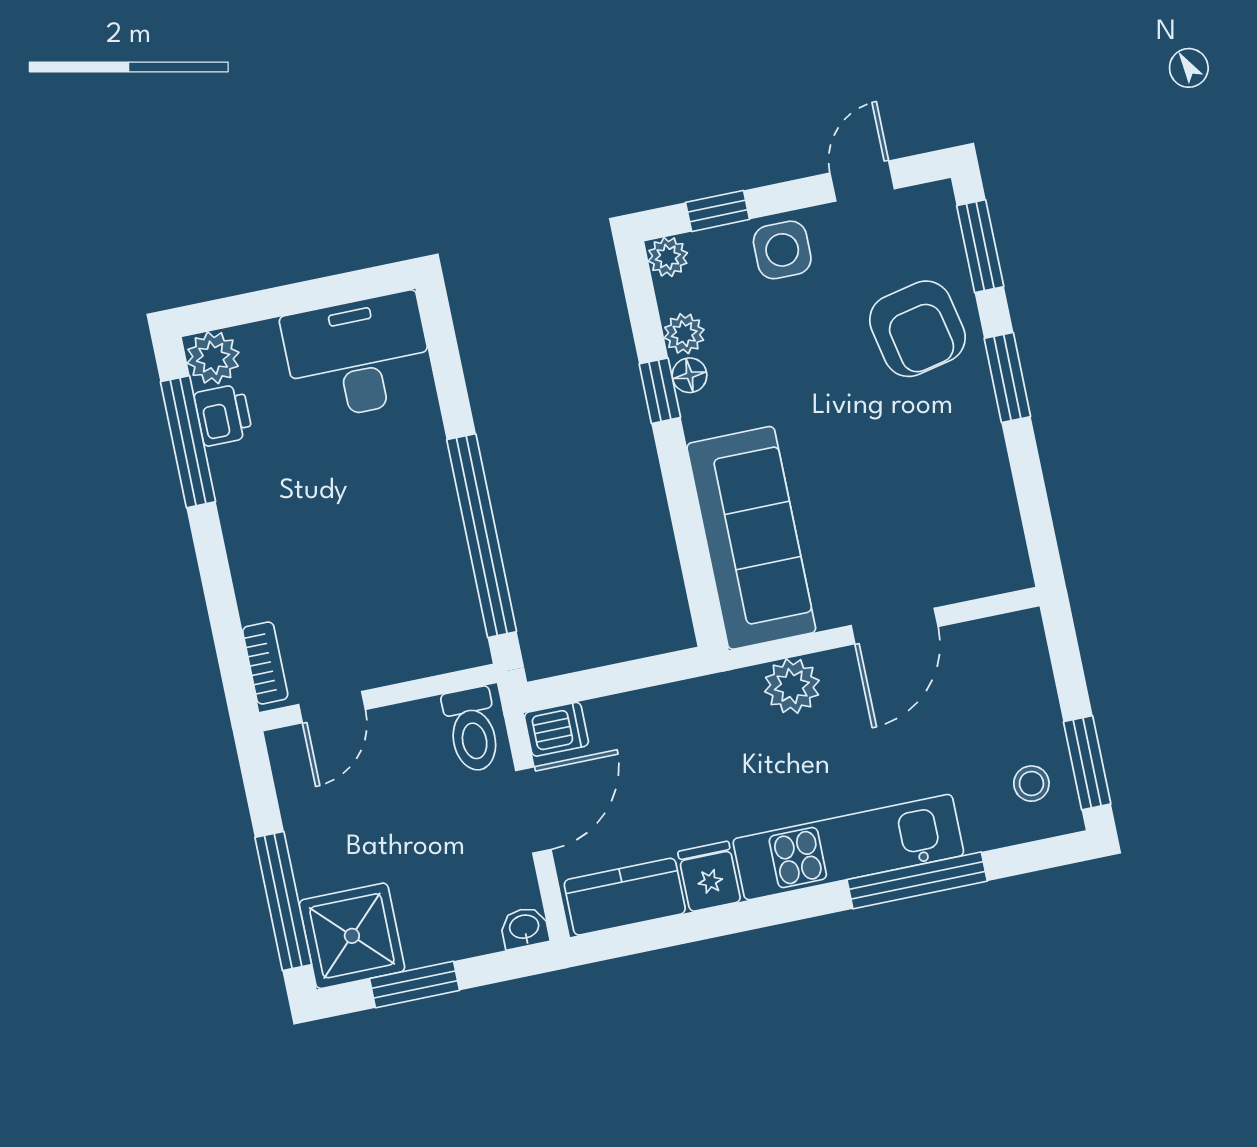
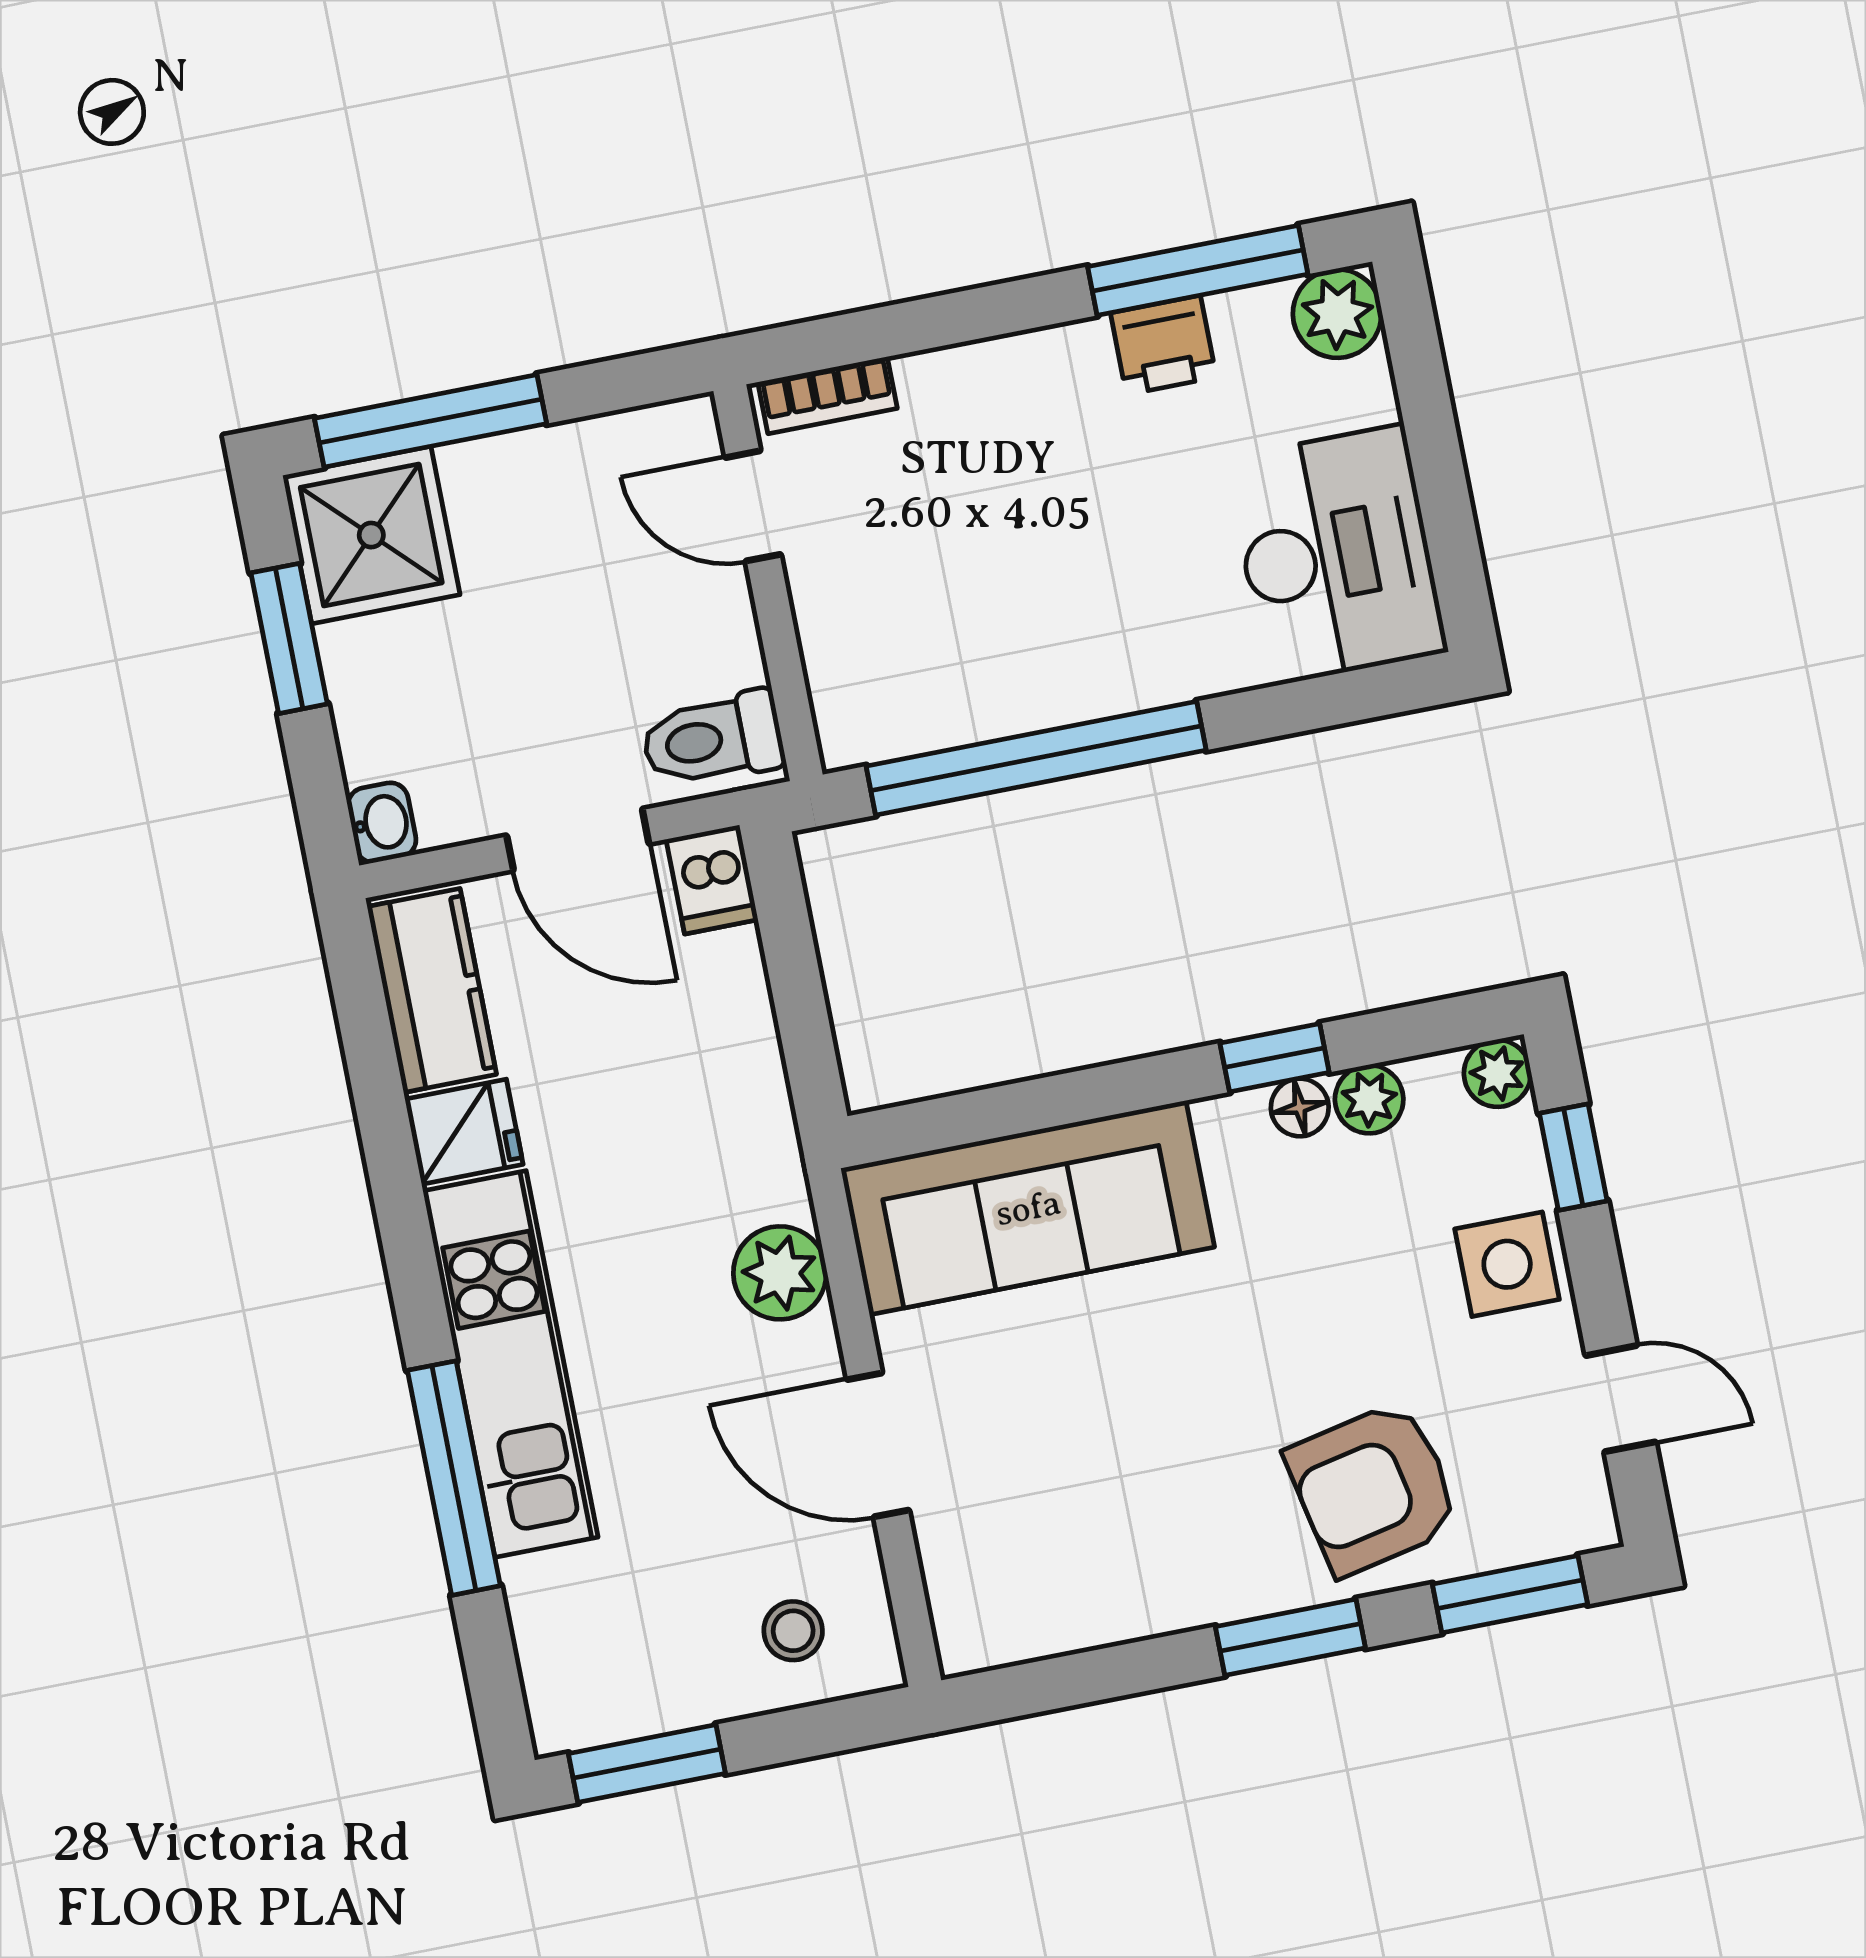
printer: (223, 415) -> (1163, 345), moved
stool: (1031, 784) -> (793, 1631), moved

